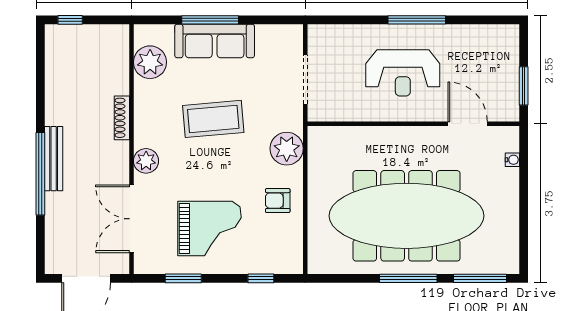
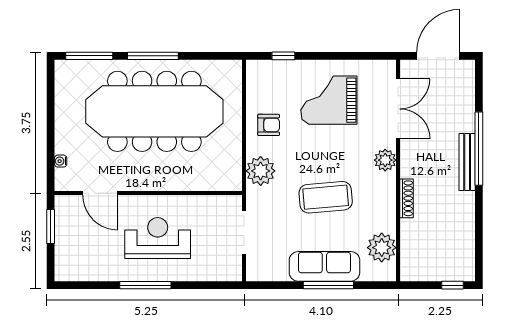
window: (183, 278) -> (352, 56), removed

